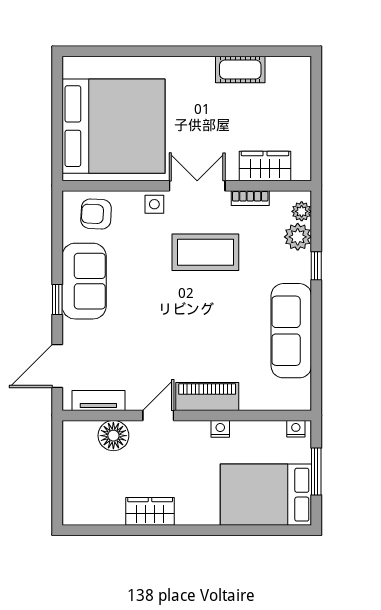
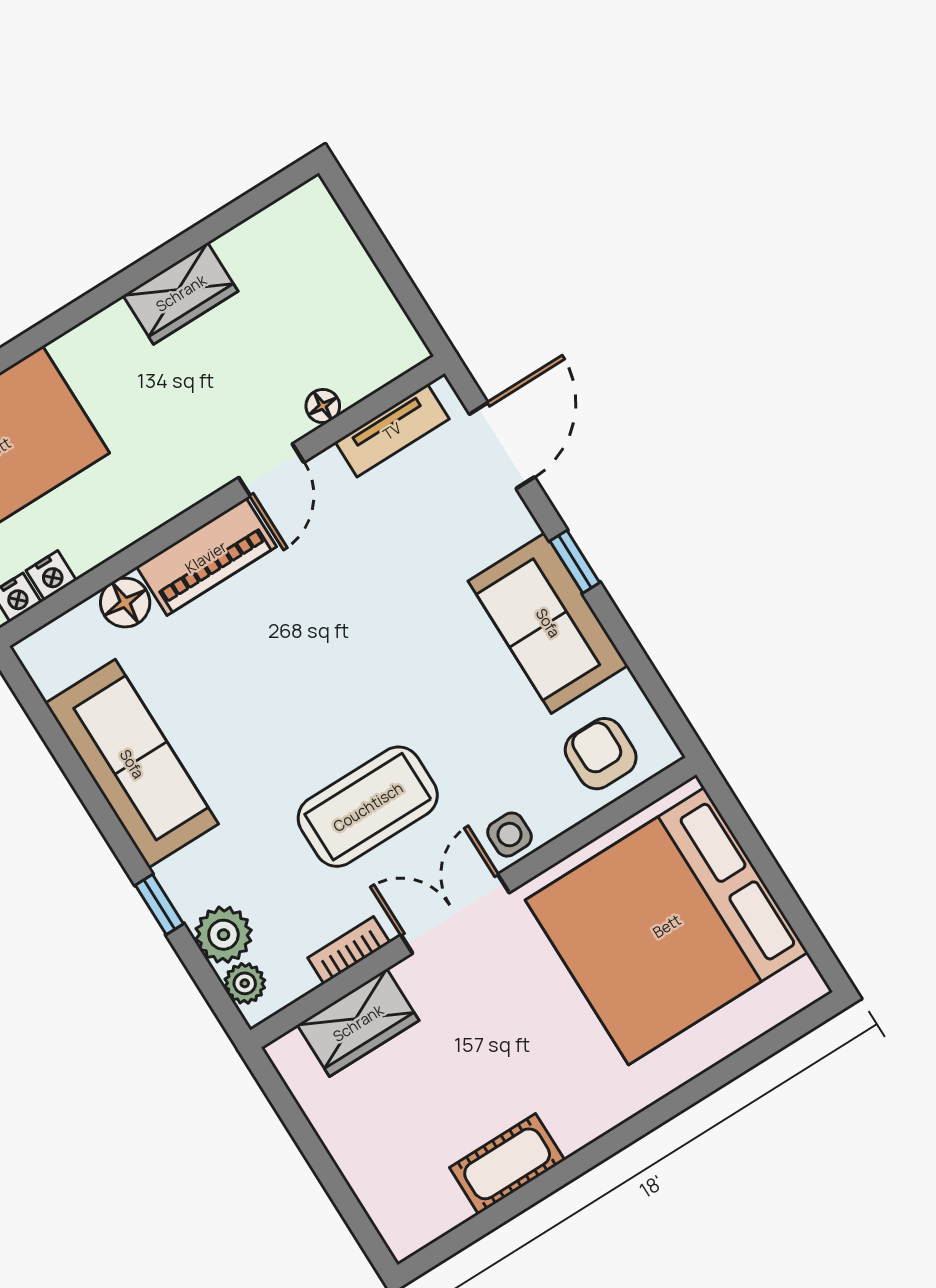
double door: (197, 186) -> (455, 914), swing flipped
armchair: (96, 214) -> (601, 754), turned -93
floor lamp: (252, 399) -> (125, 603), added
nightstand: (220, 429) -> (51, 575), moved
floor lamp: (113, 436) -> (323, 406), width x0.53, depth x0.53

